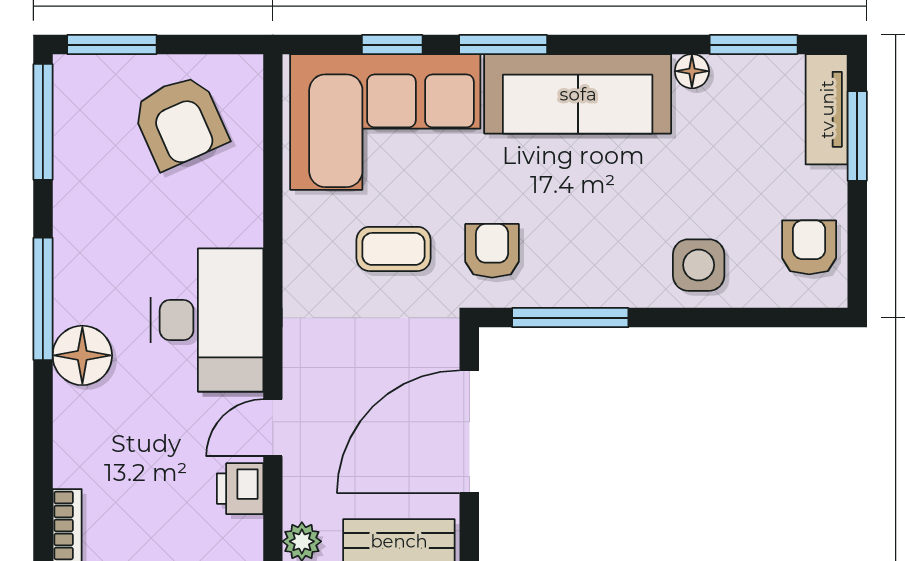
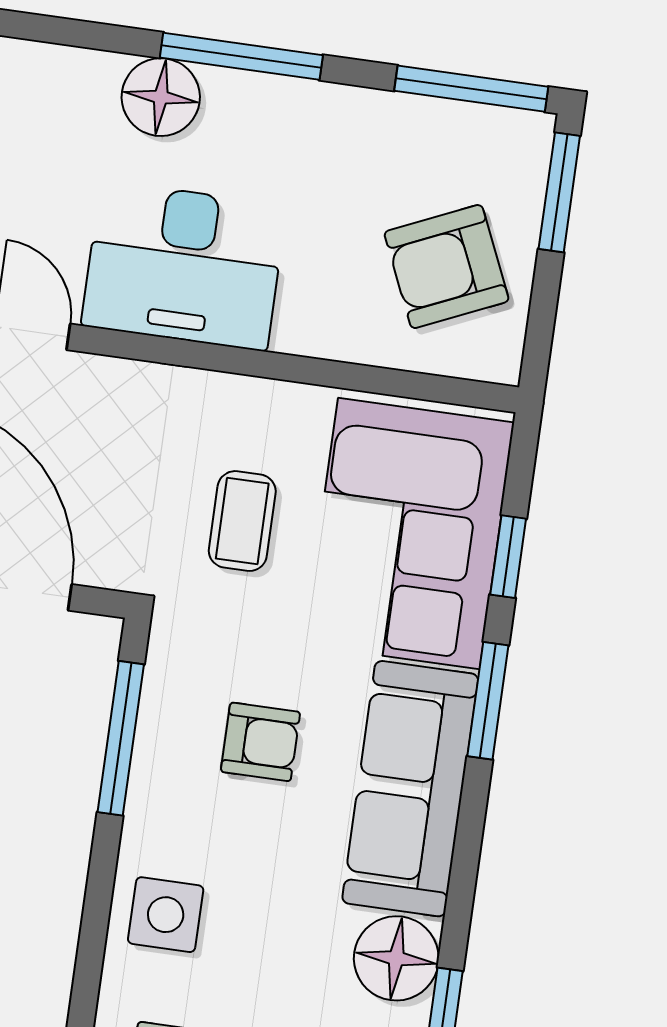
floor lamp: (692, 71) -> (396, 958), width x1.89, depth x1.89
armchair: (492, 251) -> (260, 742), moved

